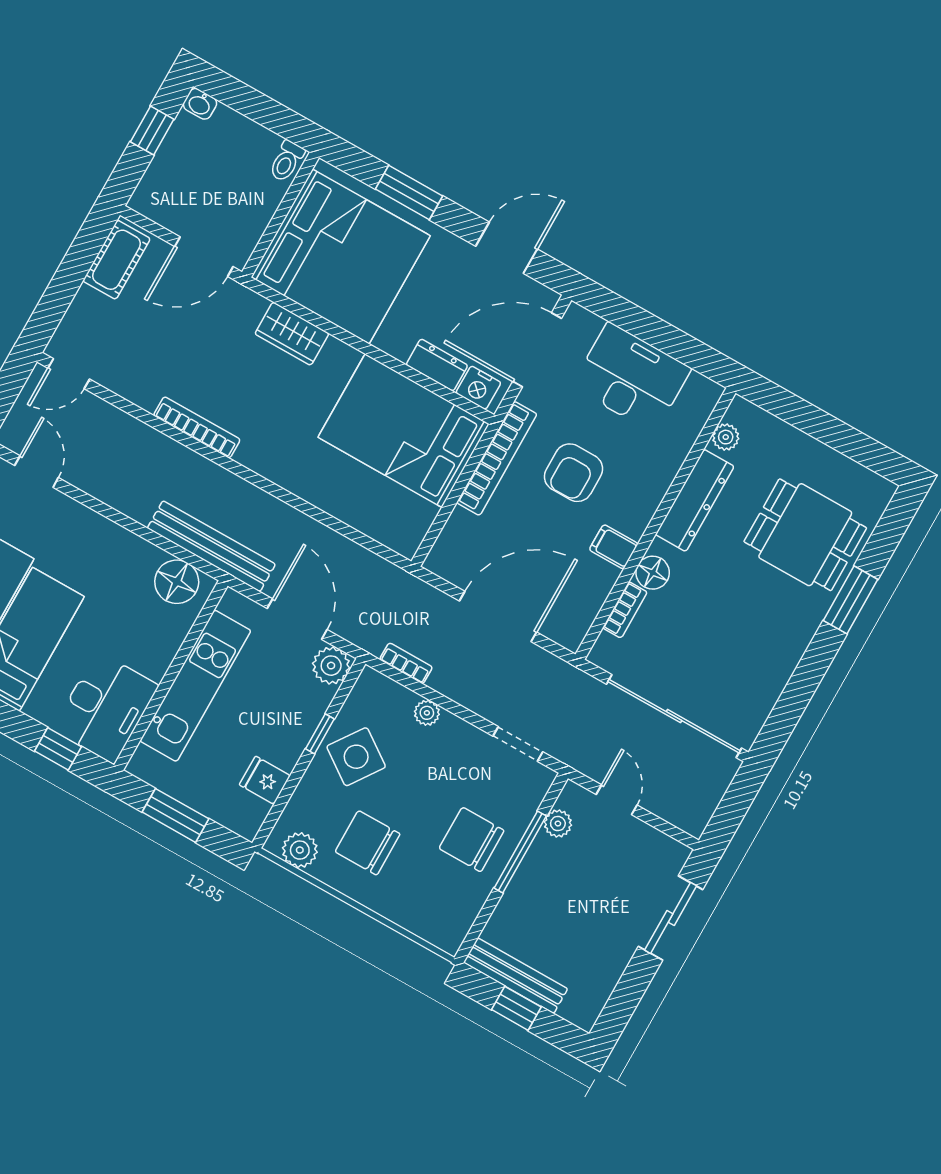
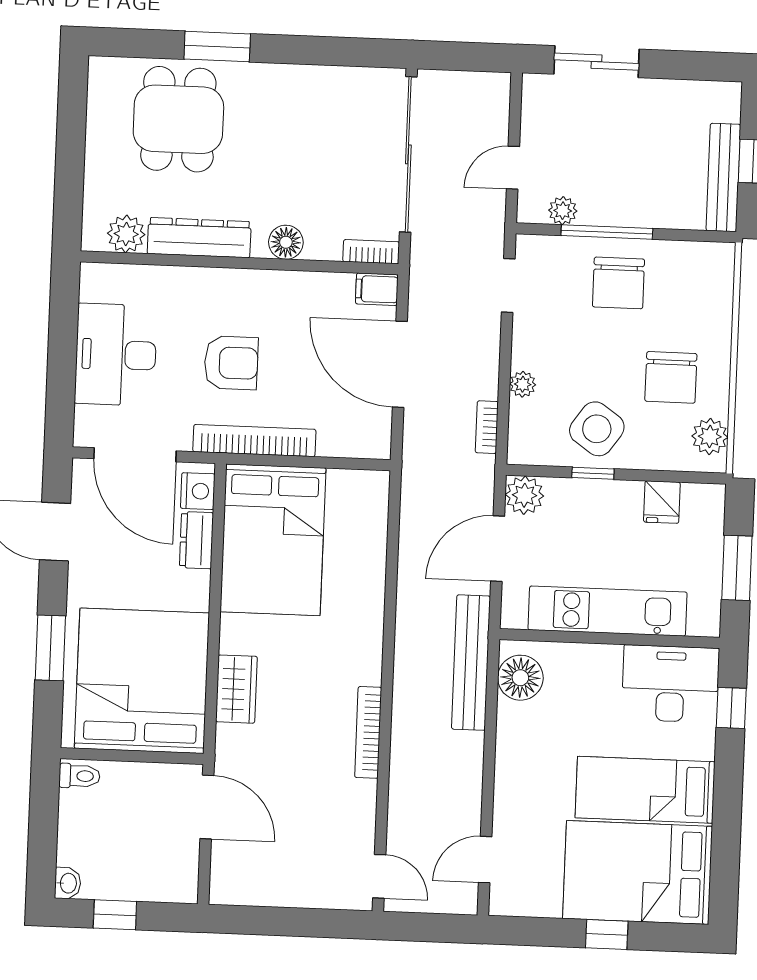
cot: (117, 260) -> (251, 886), removed
plant: (726, 437) -> (126, 234), width x1.38, depth x1.38
filing cabinet: (614, 547) -> (377, 289), moved, turned 90
bookcase: (625, 610) -> (371, 252), moved

